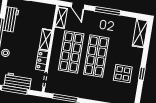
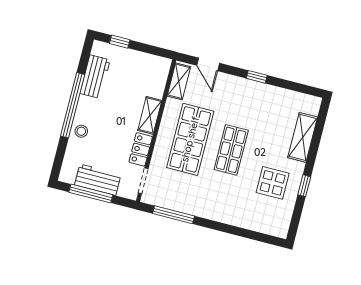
window: (108, 11) -> (257, 77), width x0.46
shelving: (140, 33) -> (303, 137), moved
shop shelf: (96, 56) -> (231, 150), width x0.70, depth x0.74

